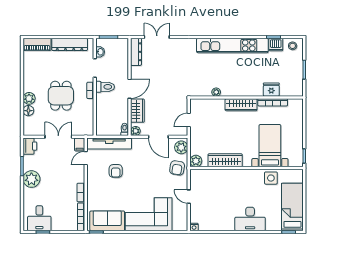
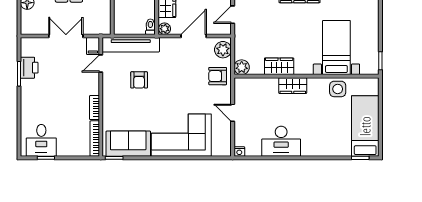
door: (158, 137) -> (194, 36), swing flipped
printer: (30, 146) -> (29, 68), moved
wardrobe: (225, 160) -> (279, 66), width x0.67
armchair: (177, 168) -> (218, 76), turned 81
wardrobe: (236, 175) -> (293, 86), added
plant: (31, 179) -> (31, 90), removed
desk: (250, 219) -> (281, 141), moved

